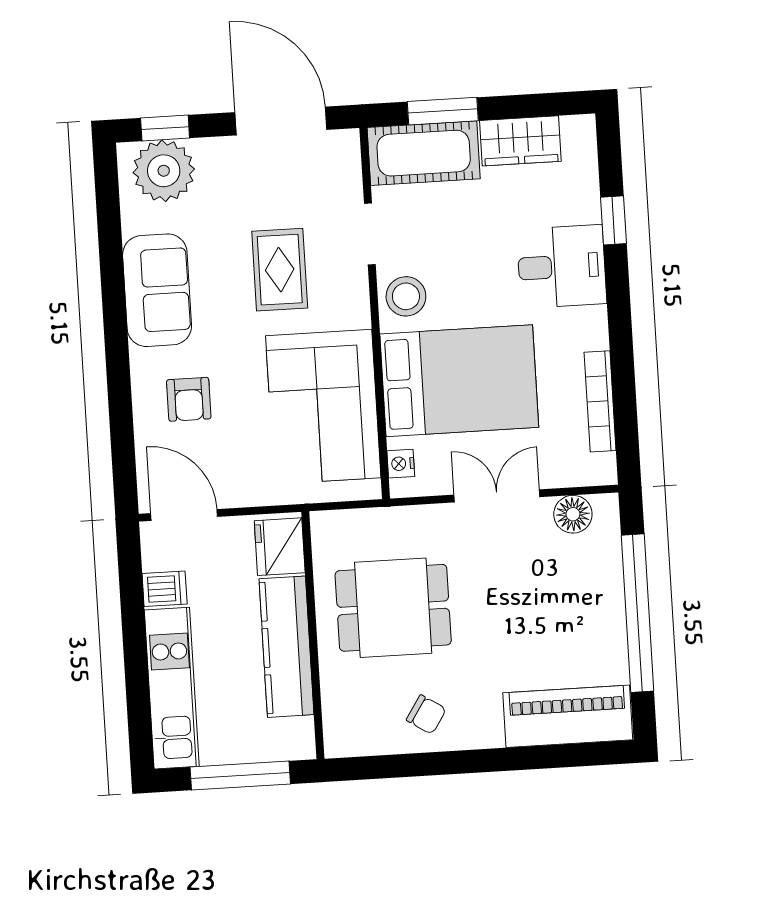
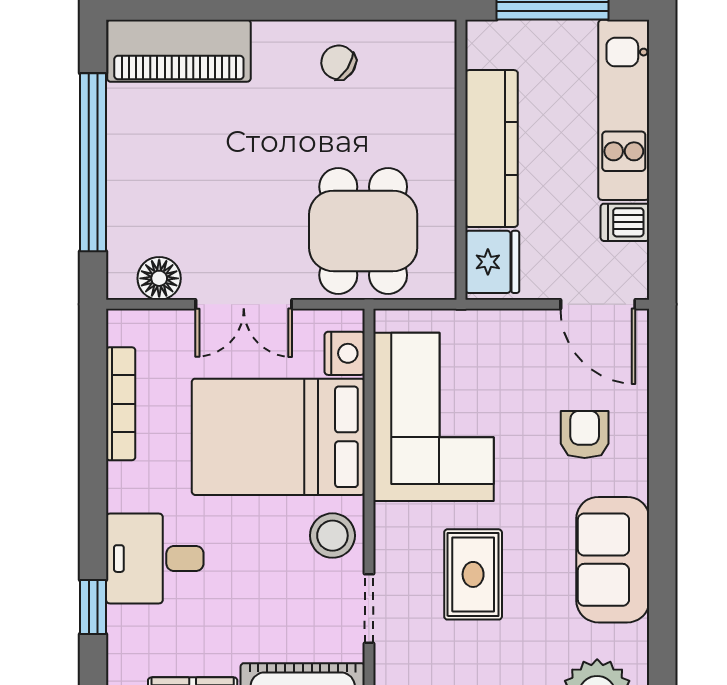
nightstand: (401, 464) -> (345, 353), width x1.39, depth x1.35
dining table: (393, 608) -> (363, 231), moved, turned 90

